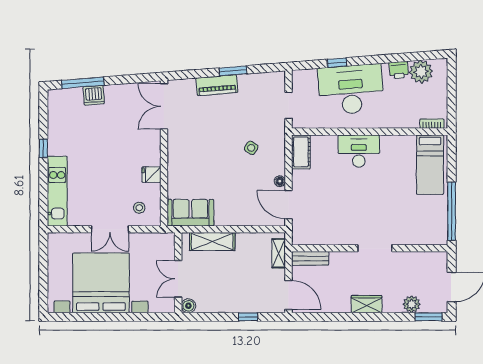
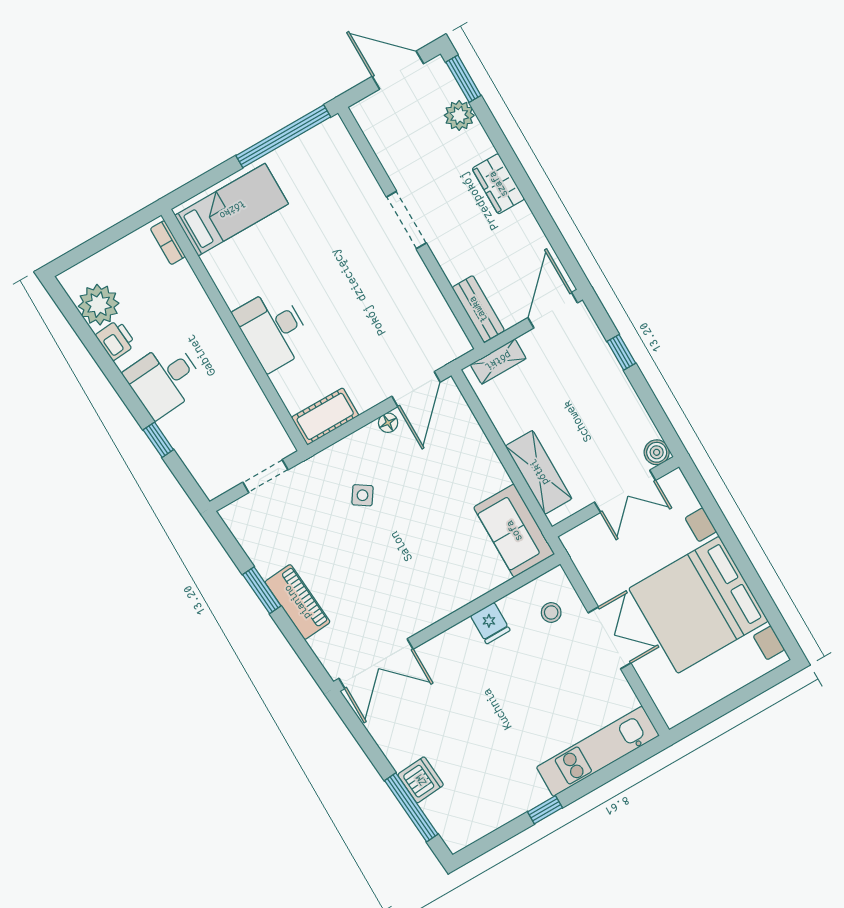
desk: (351, 89) -> (164, 379), width x0.53, depth x0.77

